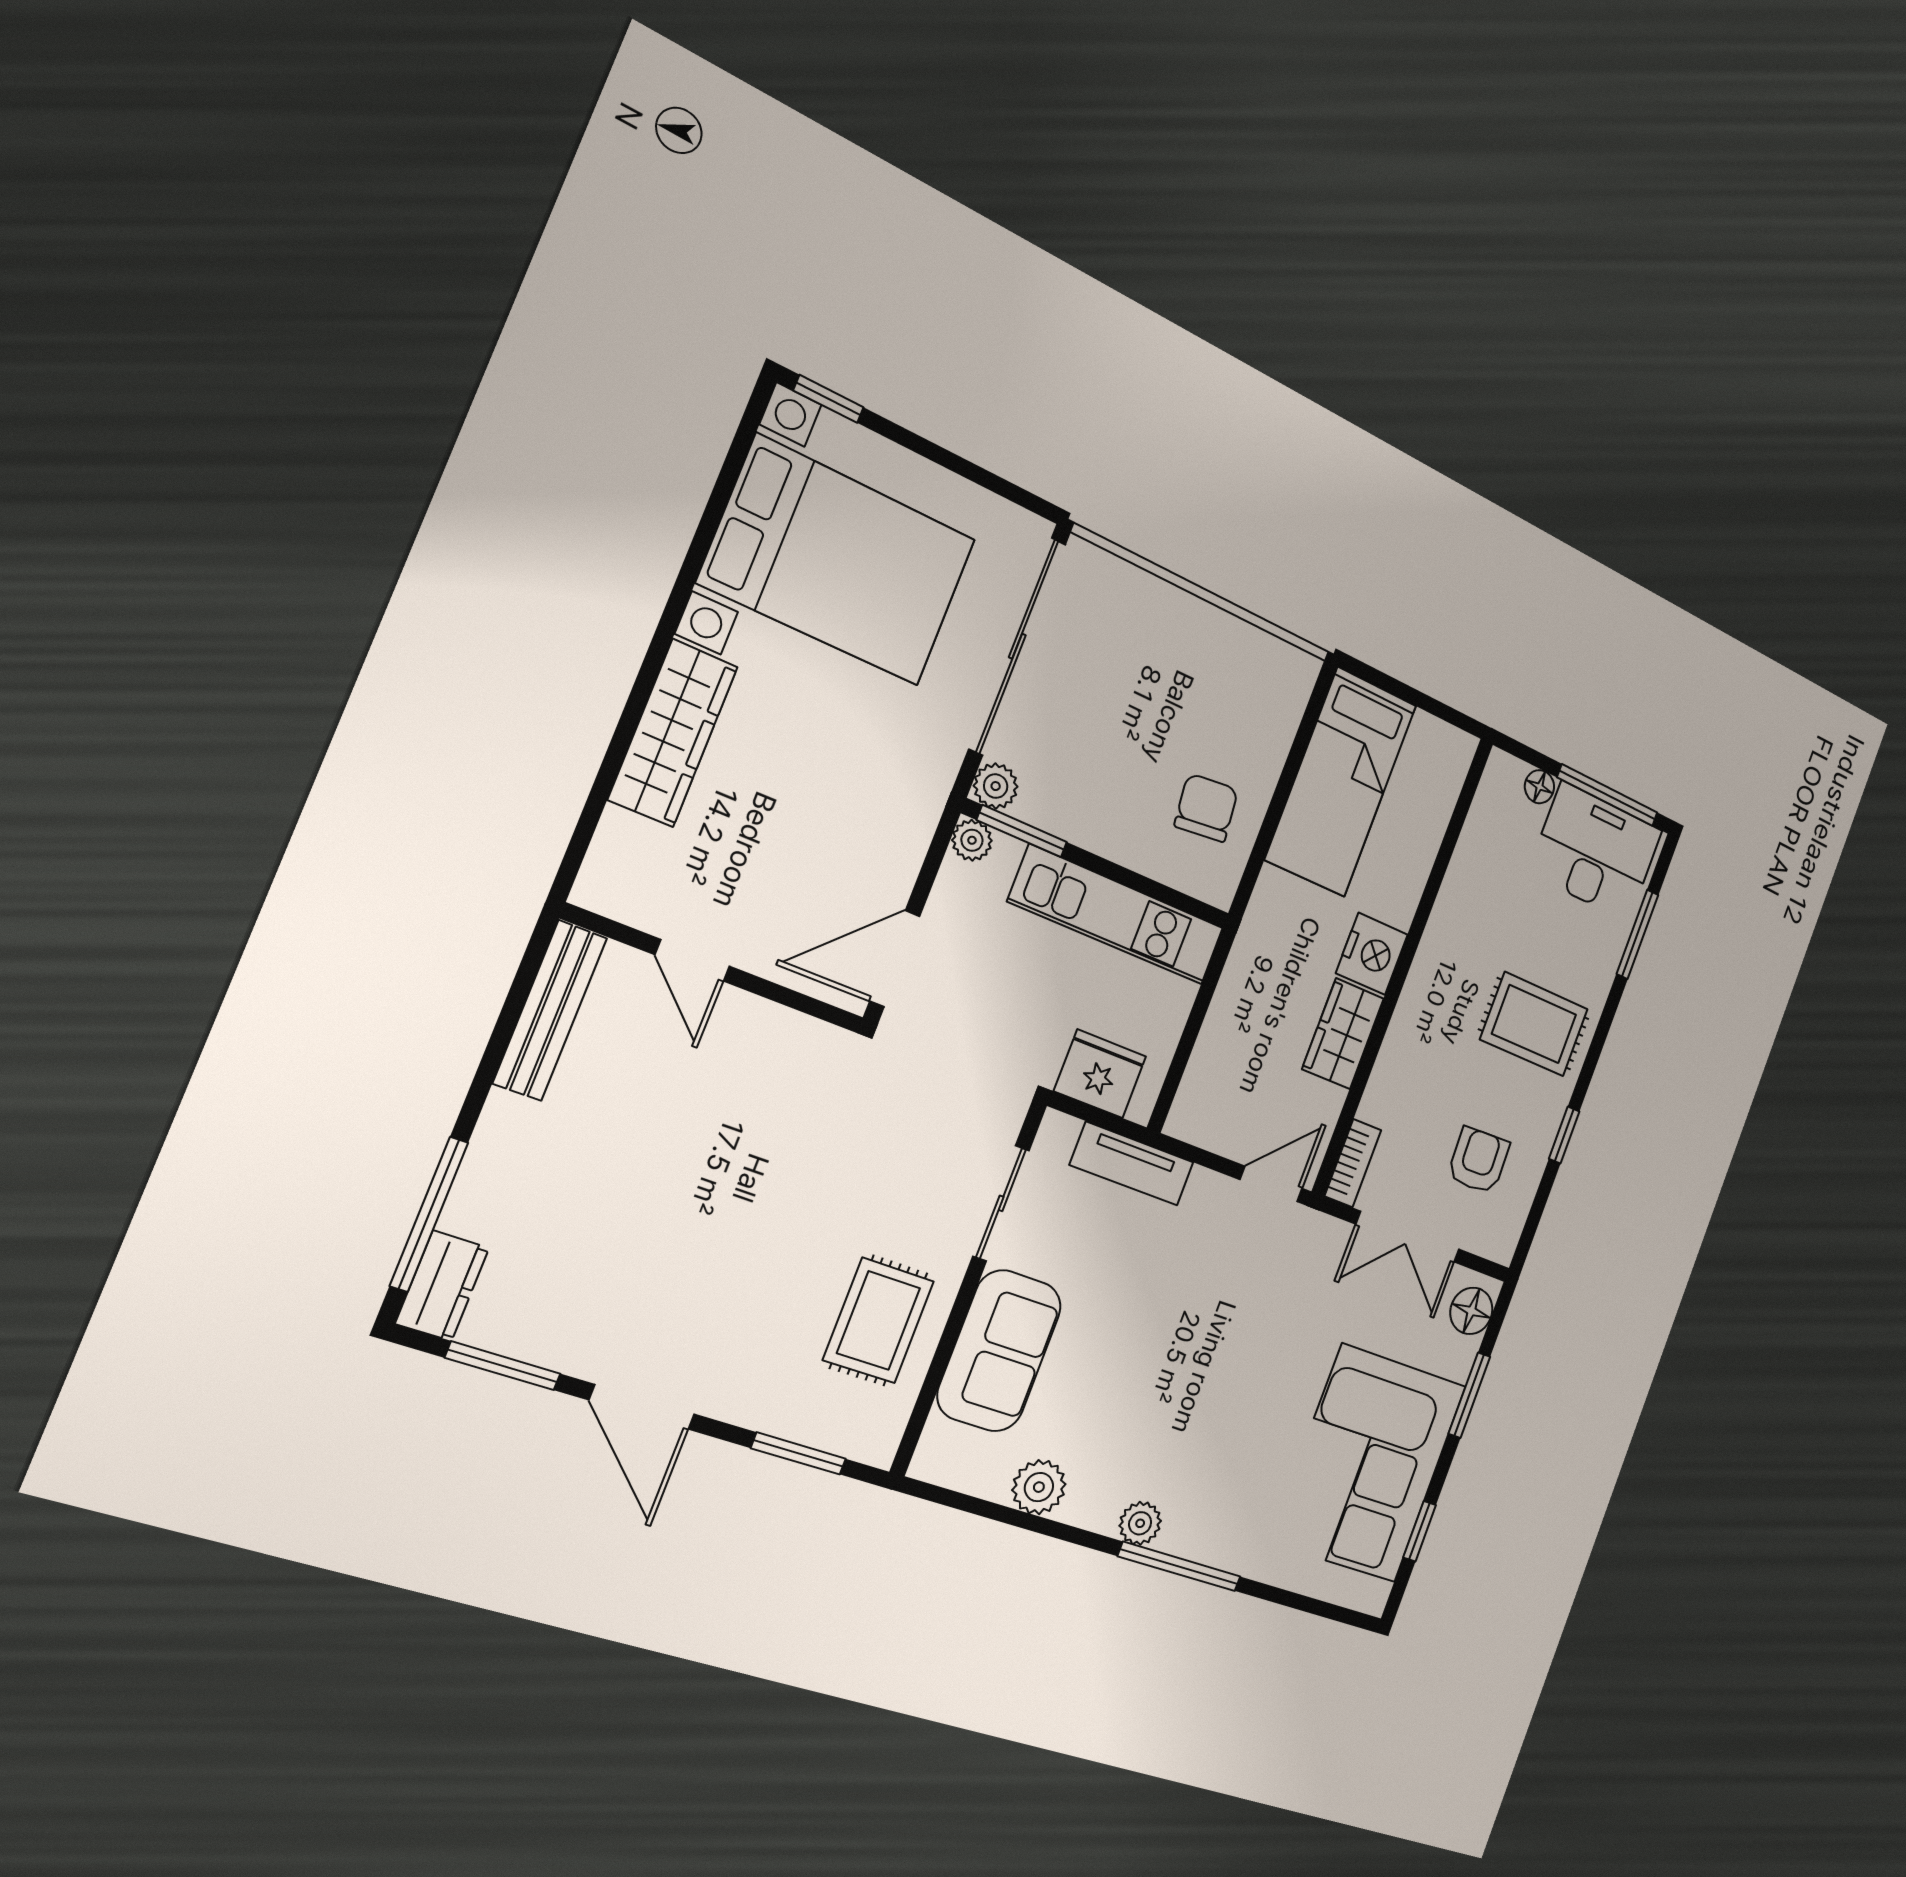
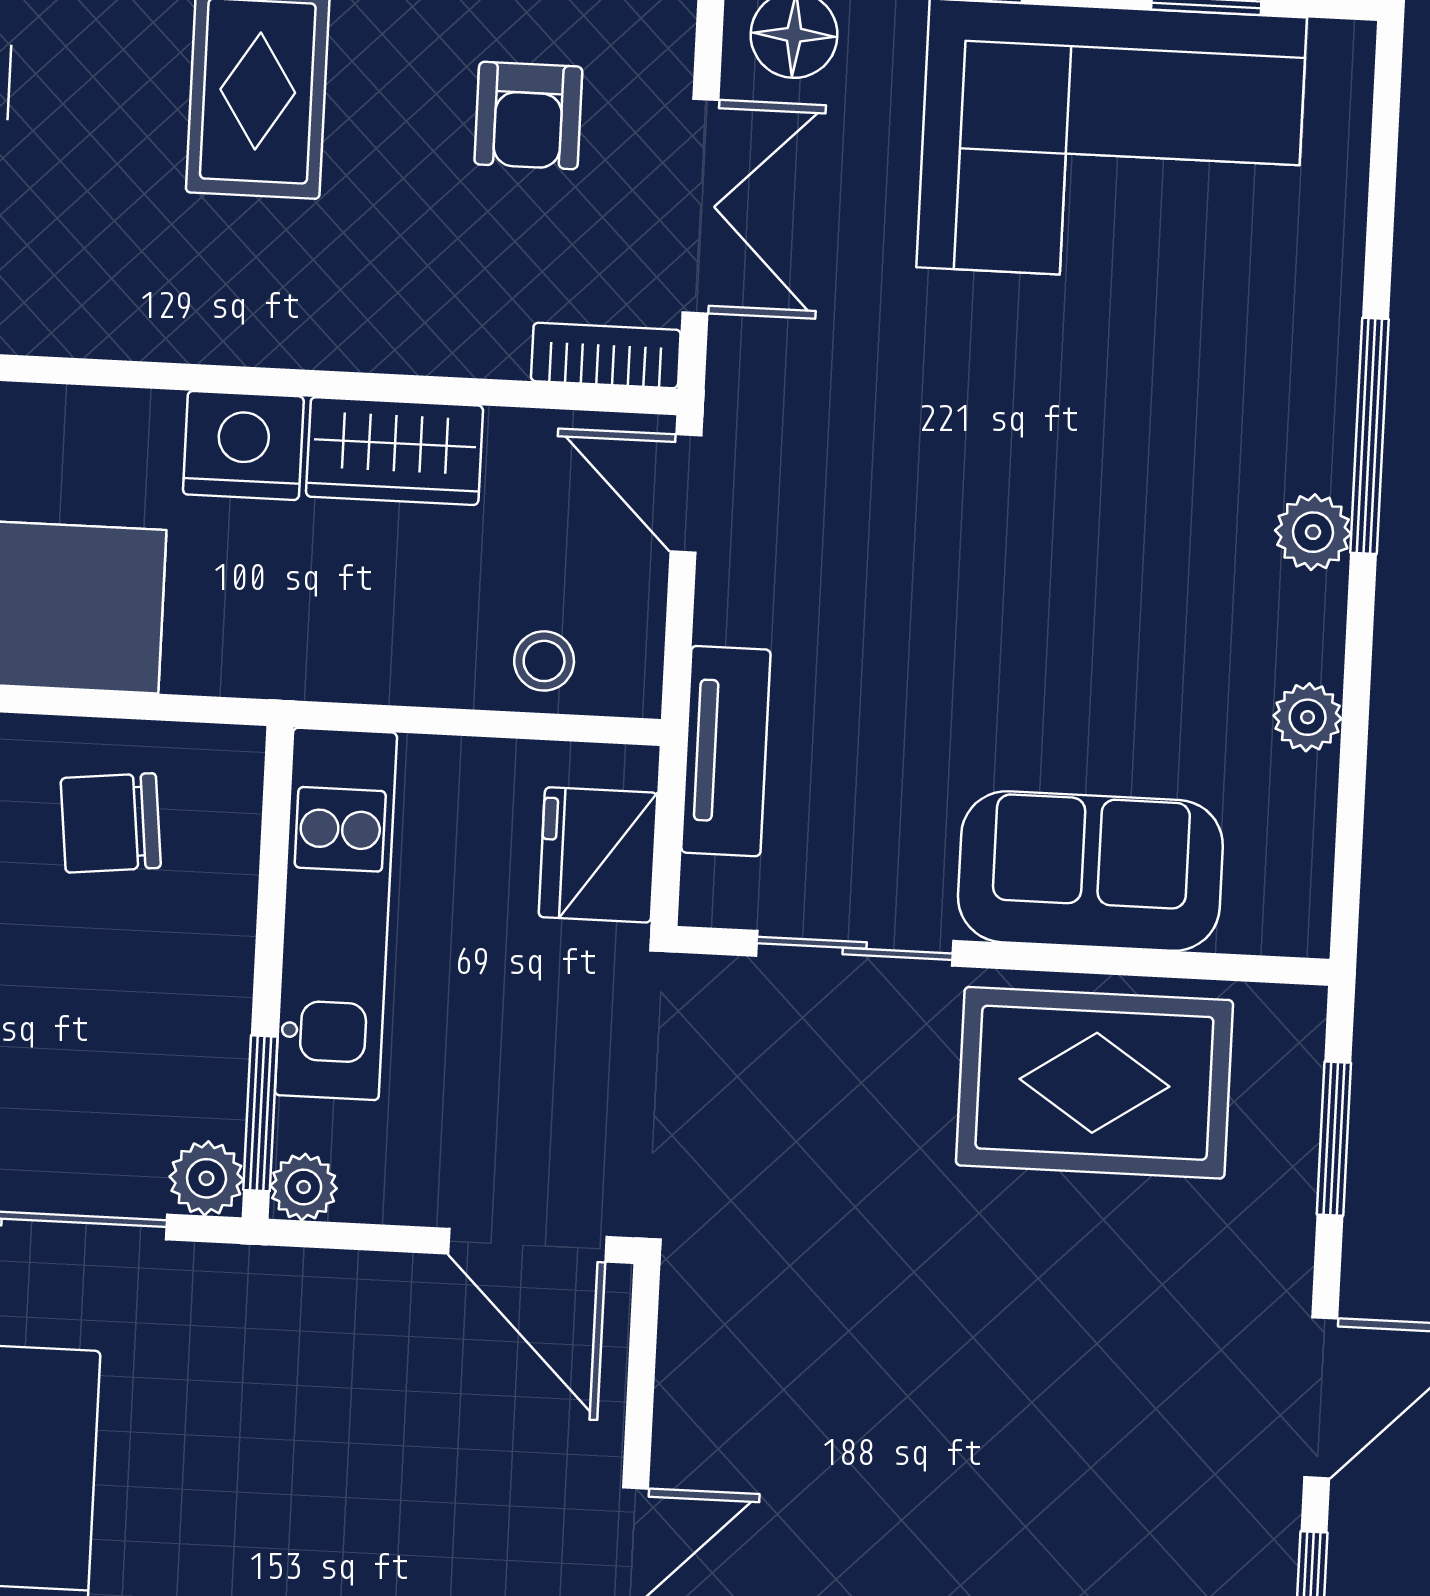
stool: (1212, 1078) -> (544, 661), added
armchair: (1478, 1160) -> (528, 116), turned -88
rug: (879, 1321) -> (1094, 1083), width x1.36, depth x1.43
plant: (1039, 1487) -> (1308, 717), width x0.73, depth x0.73

